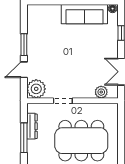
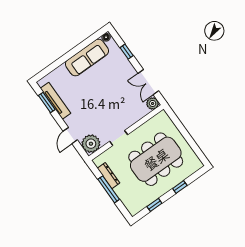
tv unit: (32, 32) -> (55, 101), added
window: (24, 45) -> (47, 103), moved
plant: (101, 92) -> (153, 103), moved

